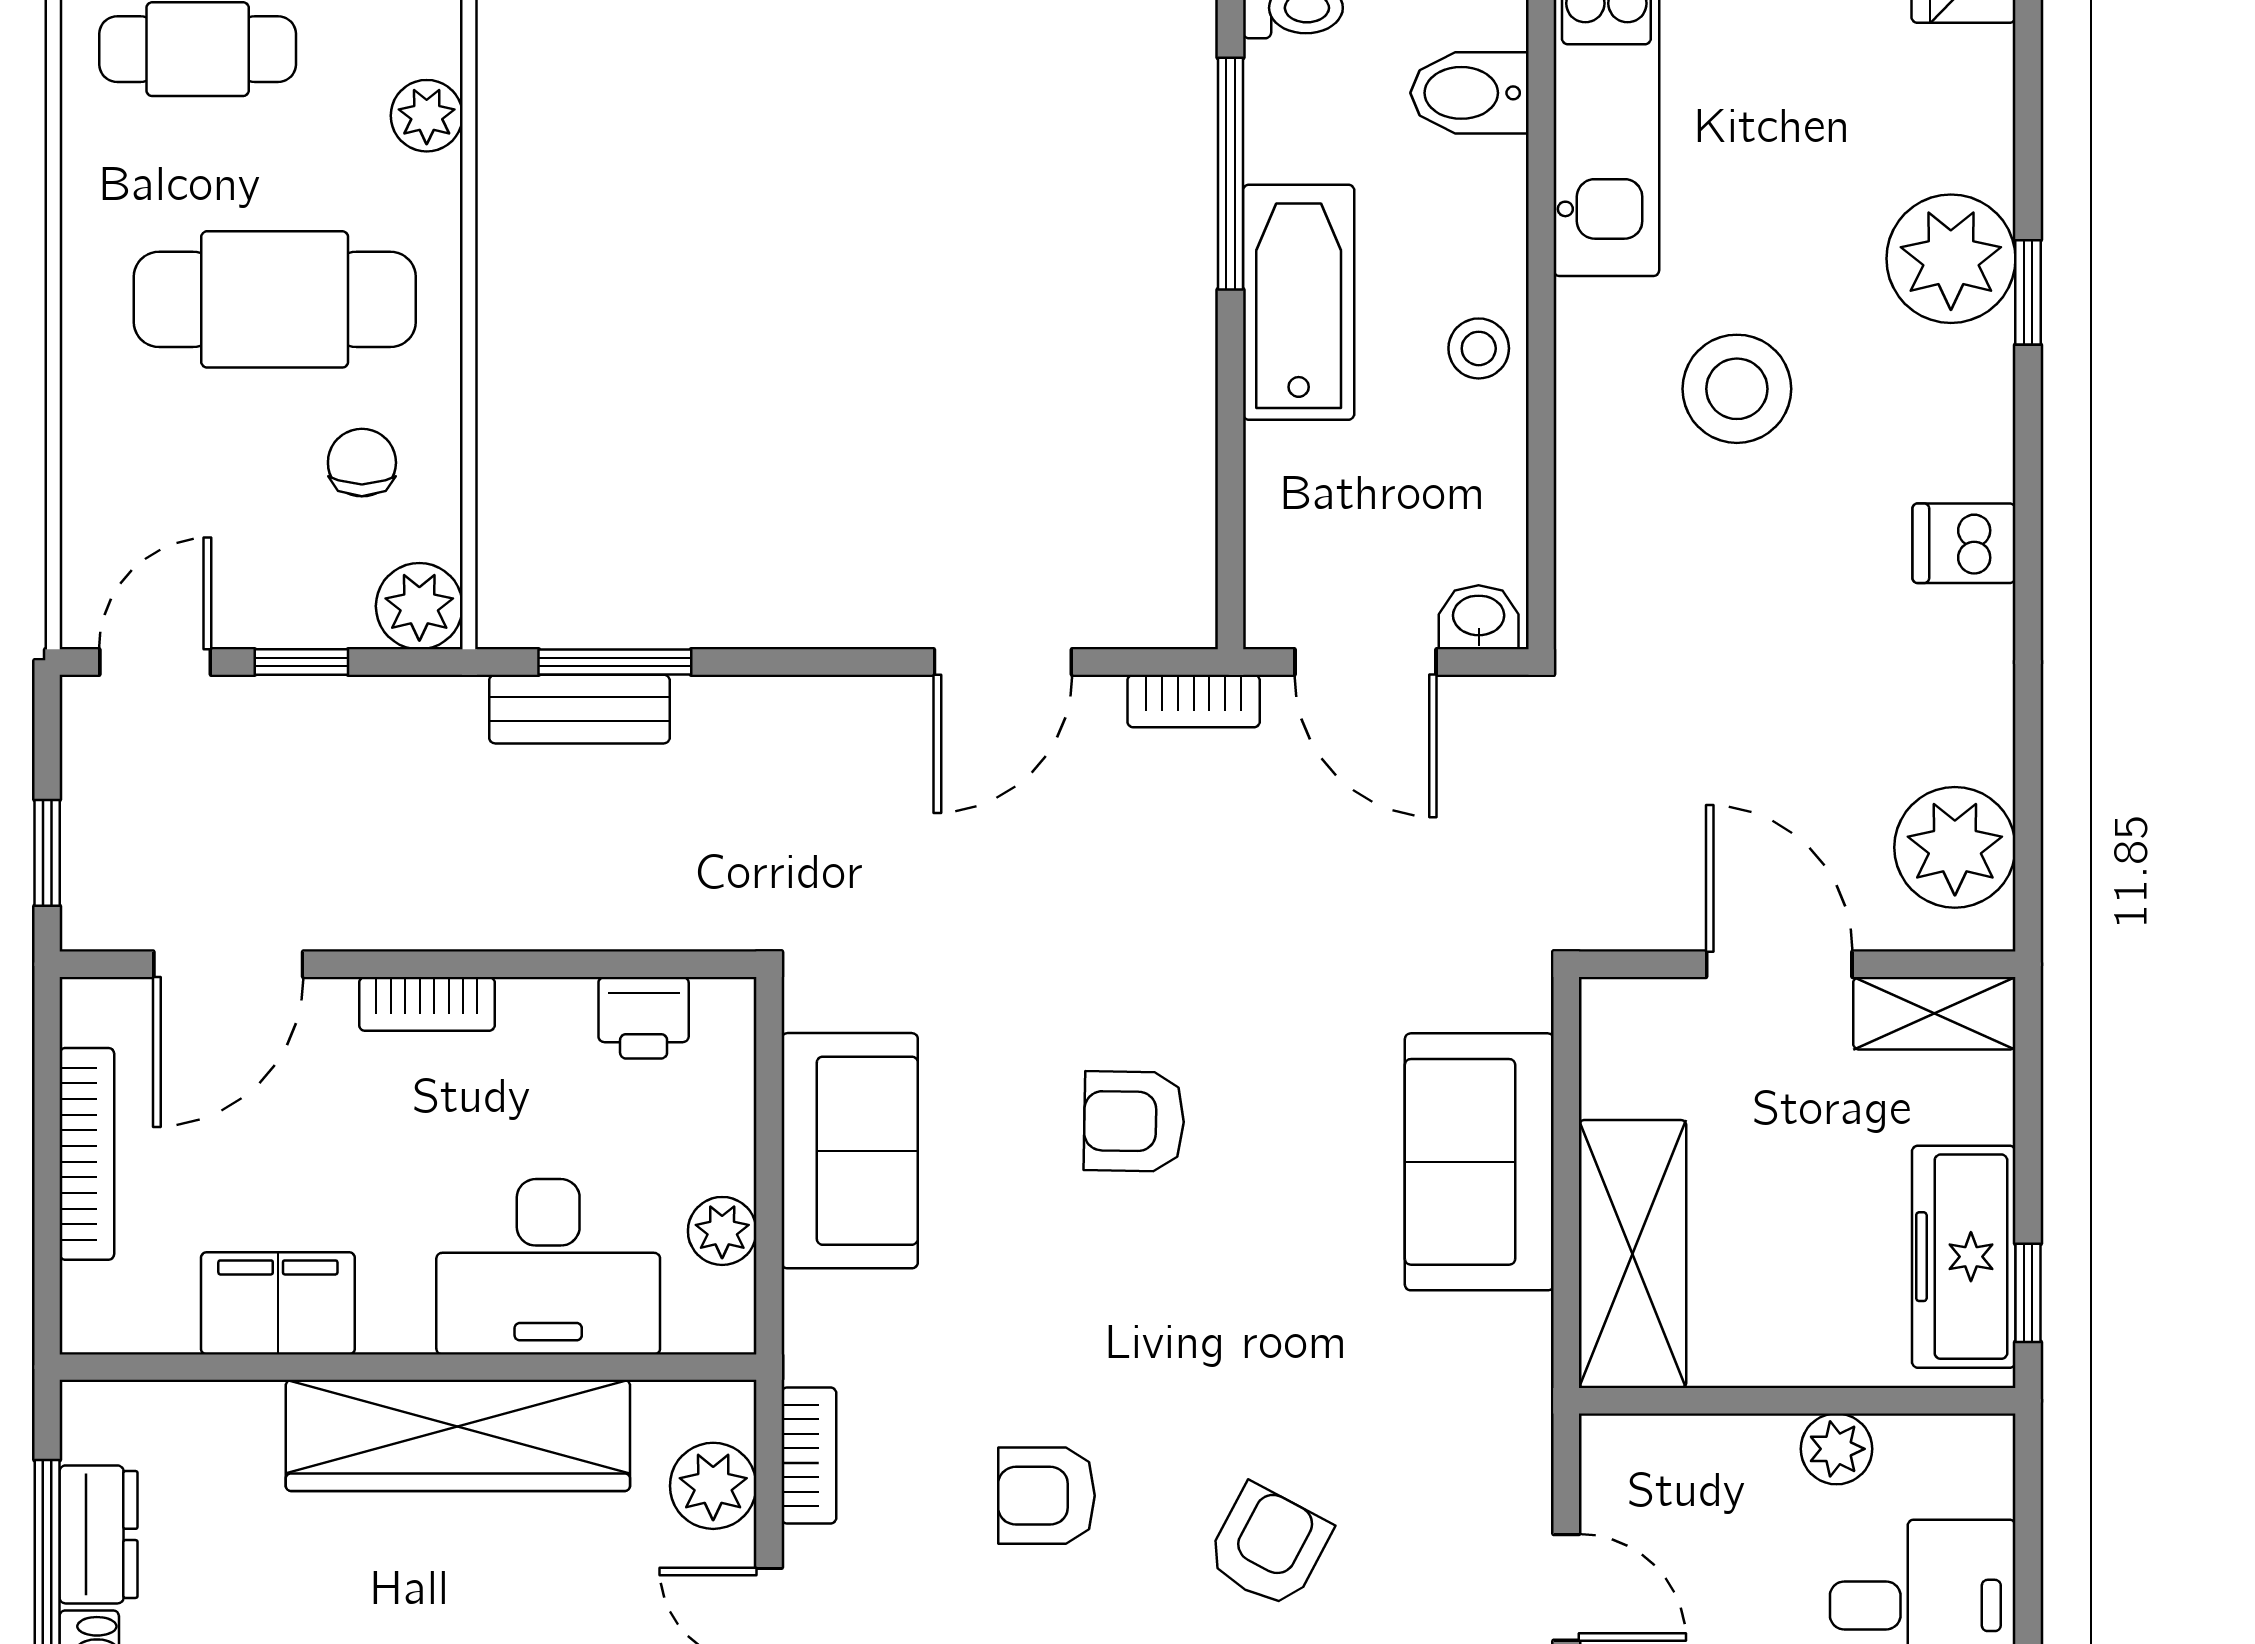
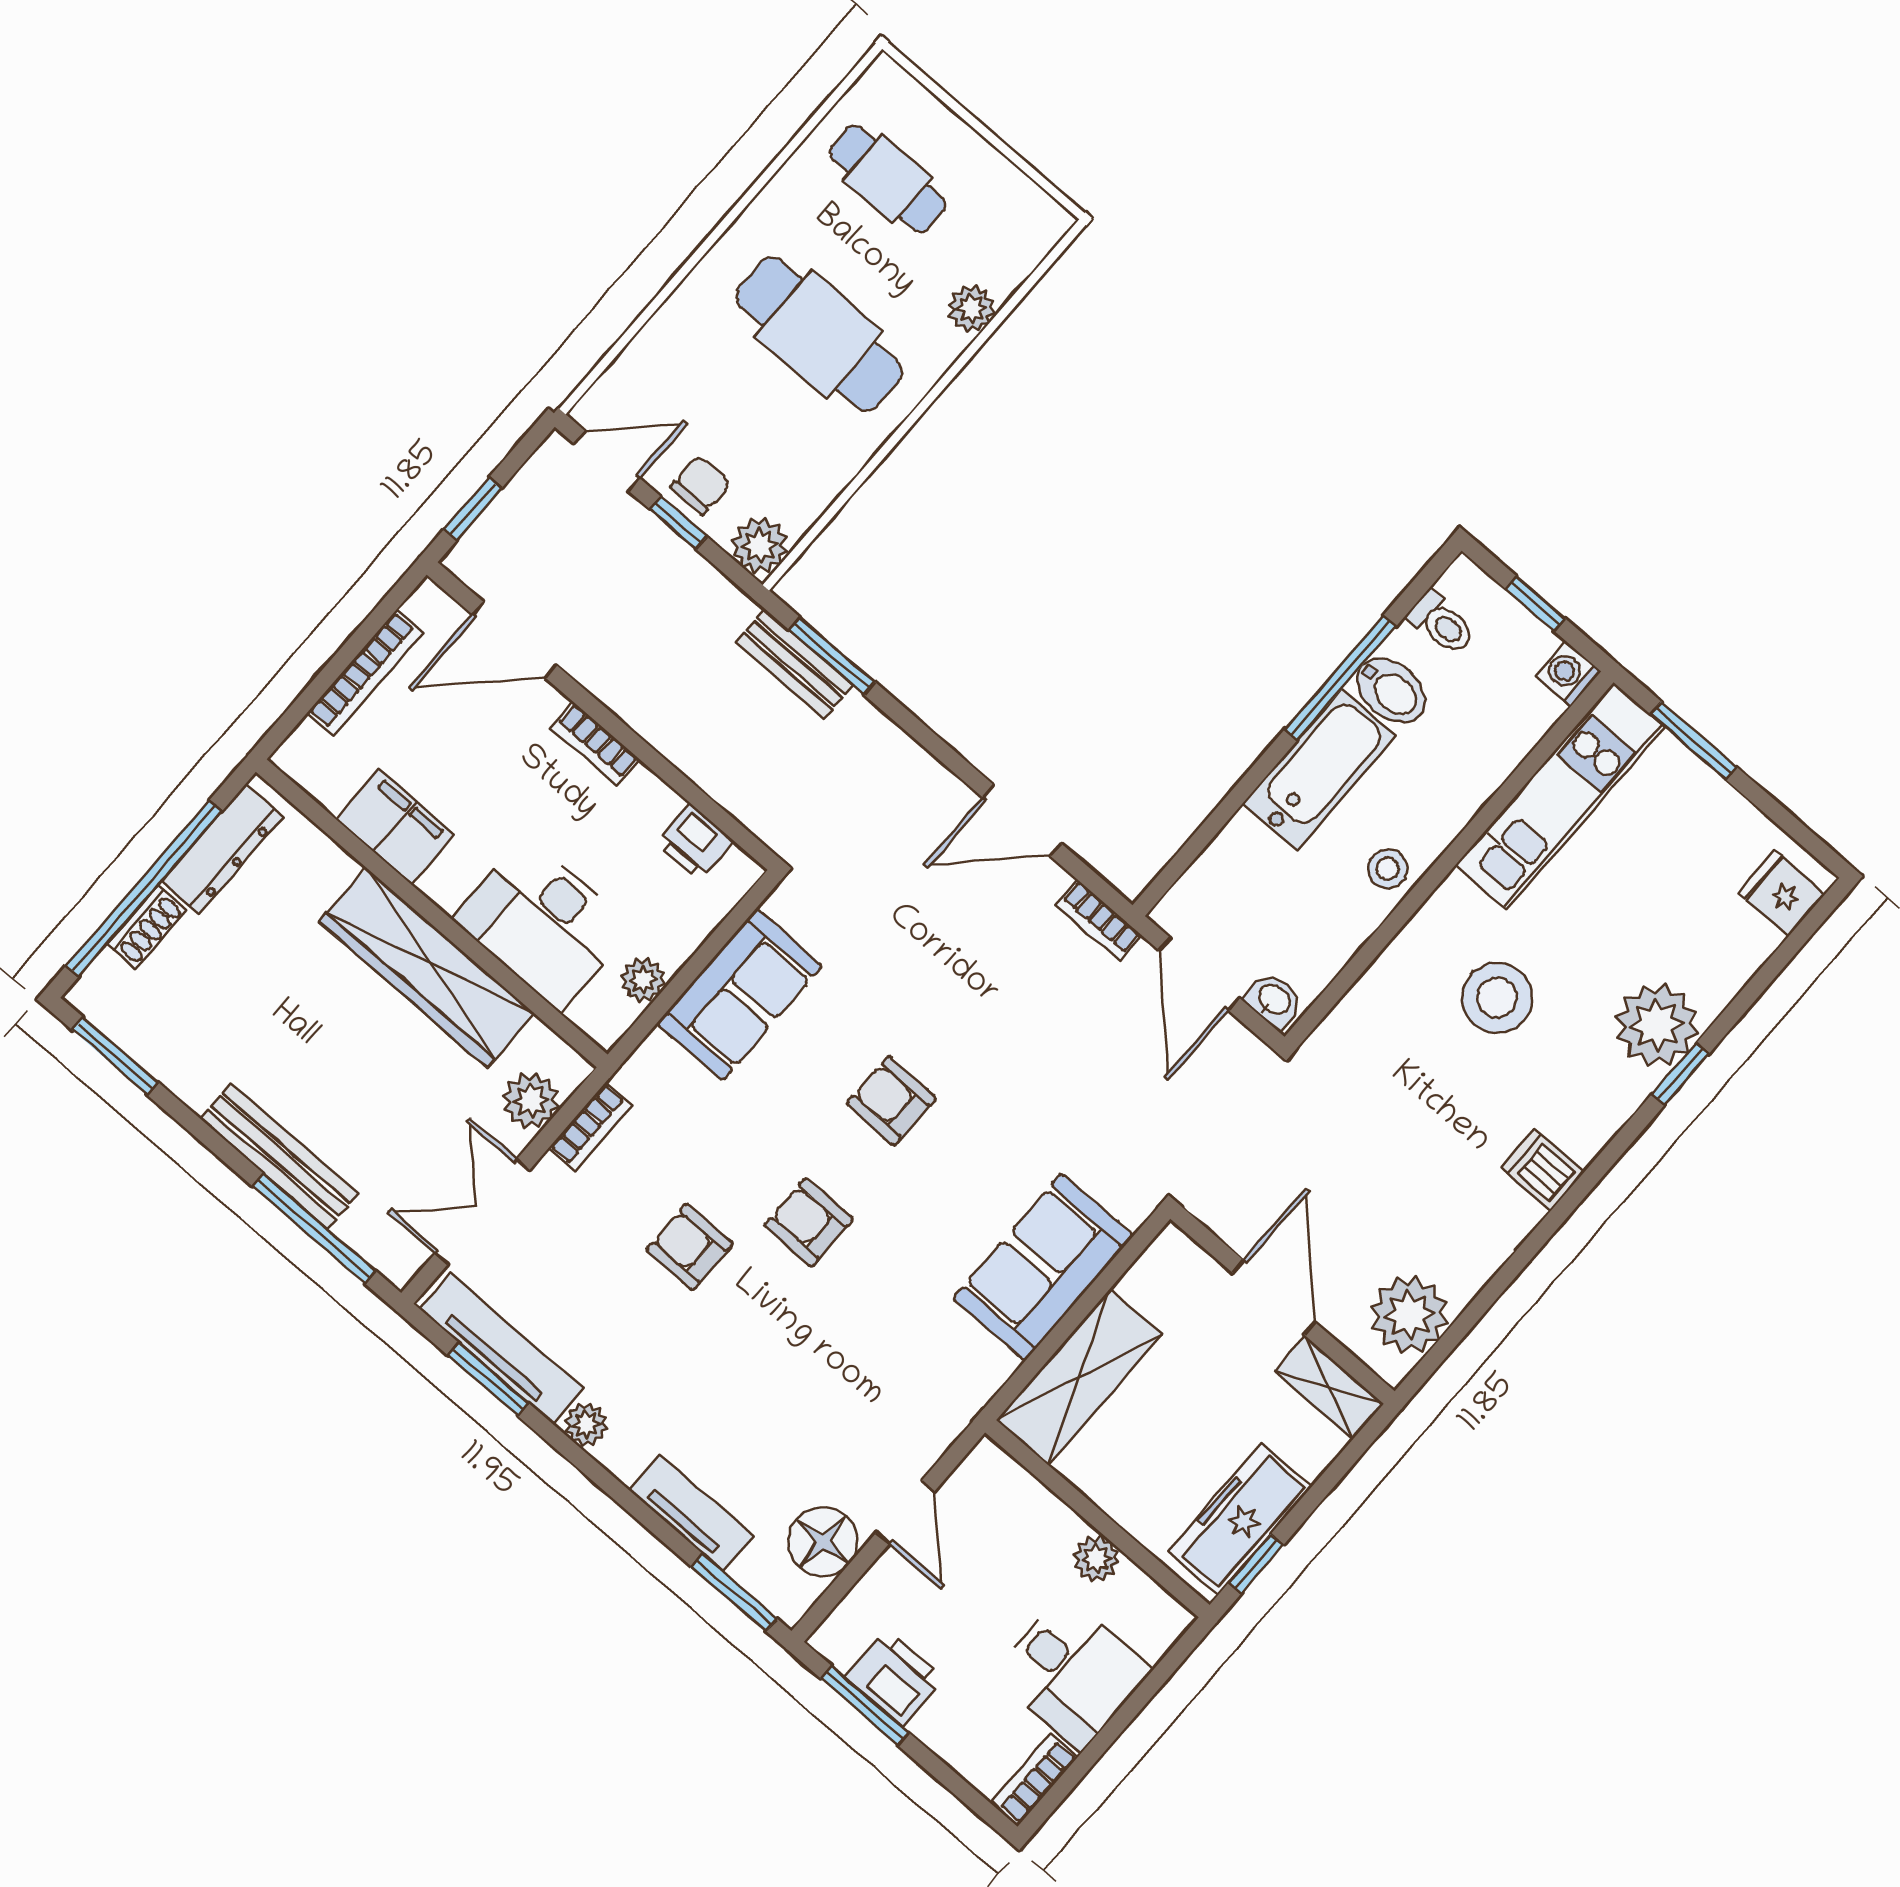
bidet: (1470, 93) -> (1391, 690), moved, turned 180
chair: (362, 463) -> (701, 485), moved
dresser: (99, 1534) -> (222, 849), width x1.44
armchair: (1269, 1546) -> (809, 1222), moved, turned -118

